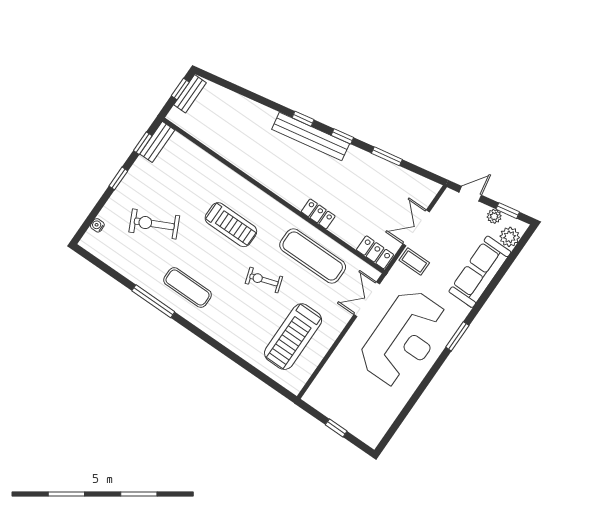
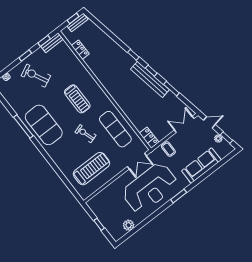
bench: (311, 136) -> (150, 79), moved
locker: (318, 214) -> (80, 50), moved
exercise bike: (154, 224) -> (36, 76), moved
double door: (416, 228) -> (184, 124), moved
plant: (510, 237) -> (129, 225), moved
exercise mat: (188, 287) -> (44, 125), width x2.00, depth x1.45
double door: (367, 299) -> (137, 161), swing flipped
treadmill: (293, 337) -> (92, 169), turned 180

